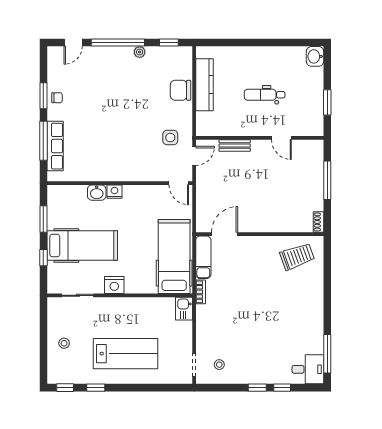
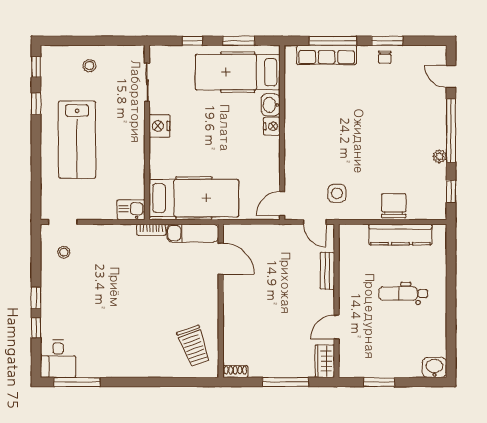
dental chair: (265, 95) -> (403, 293), moved, turned -90
wardrobe: (310, 148) -> (325, 361), added
hospital bed: (82, 246) -> (238, 72), moved, turned 90

